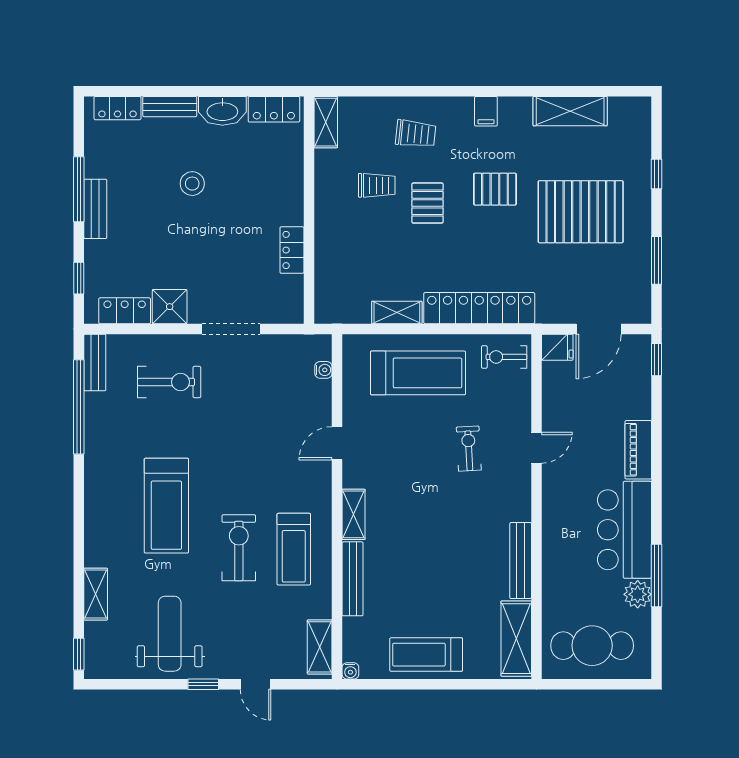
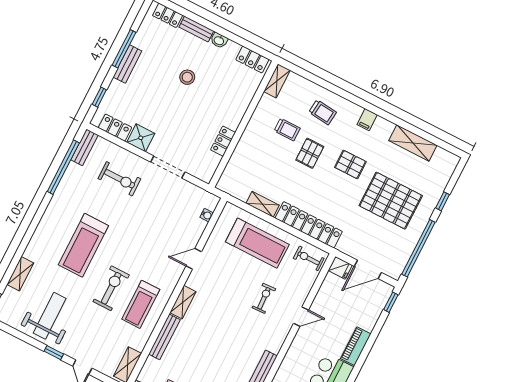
washbasin: (222, 111) -> (219, 40), width x0.52, depth x0.69
window: (657, 260) -> (418, 248), width x2.11

